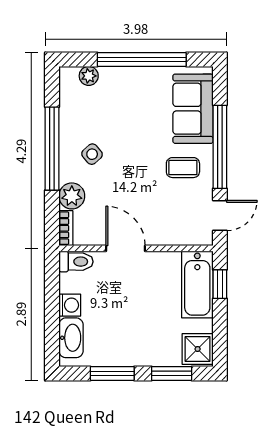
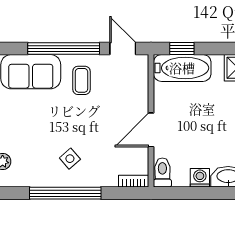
plant: (72, 196) -> (106, 176), removed

